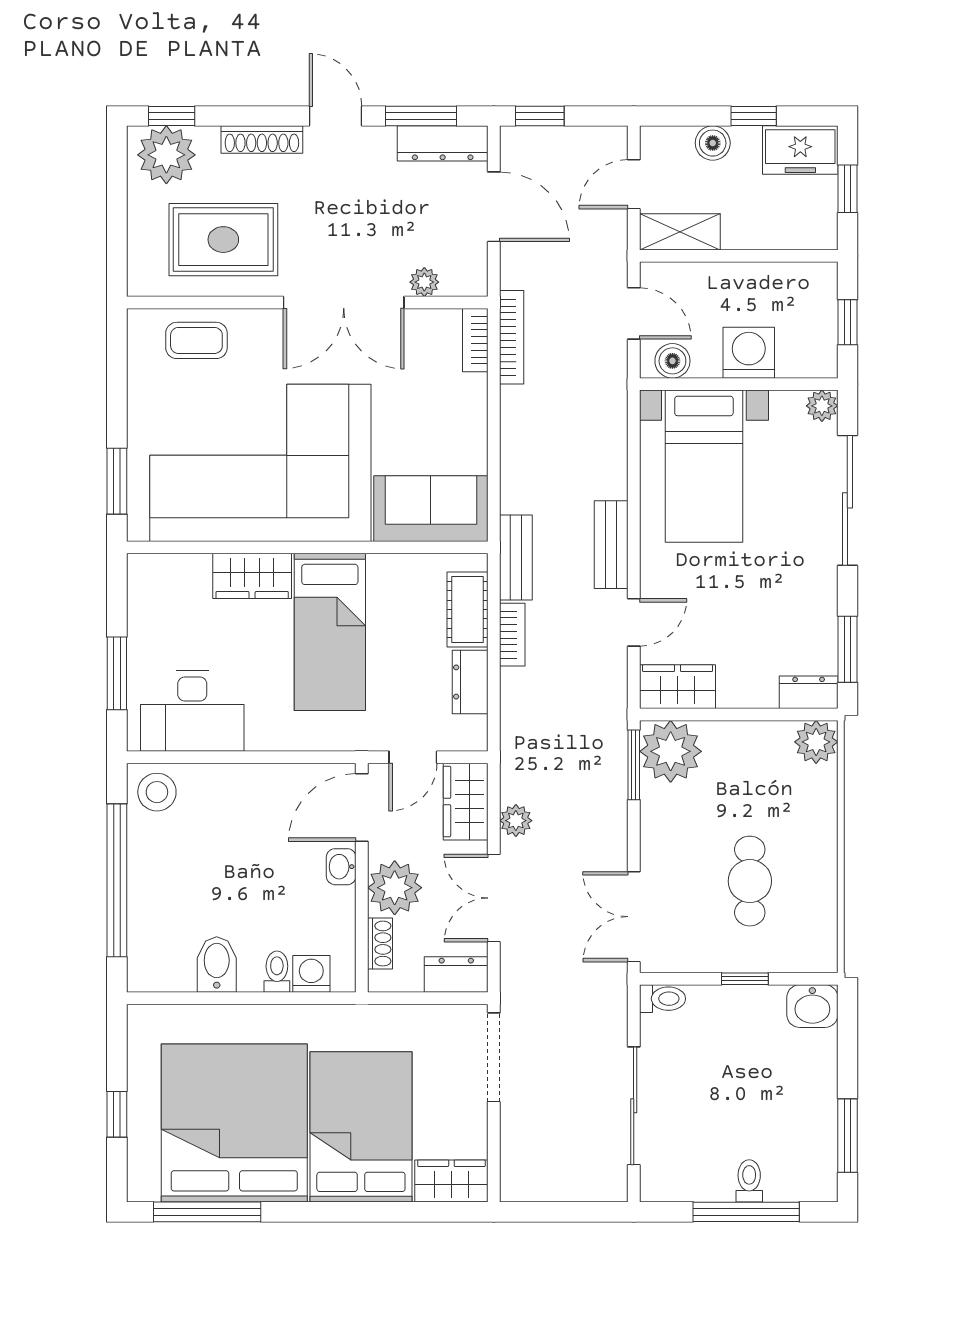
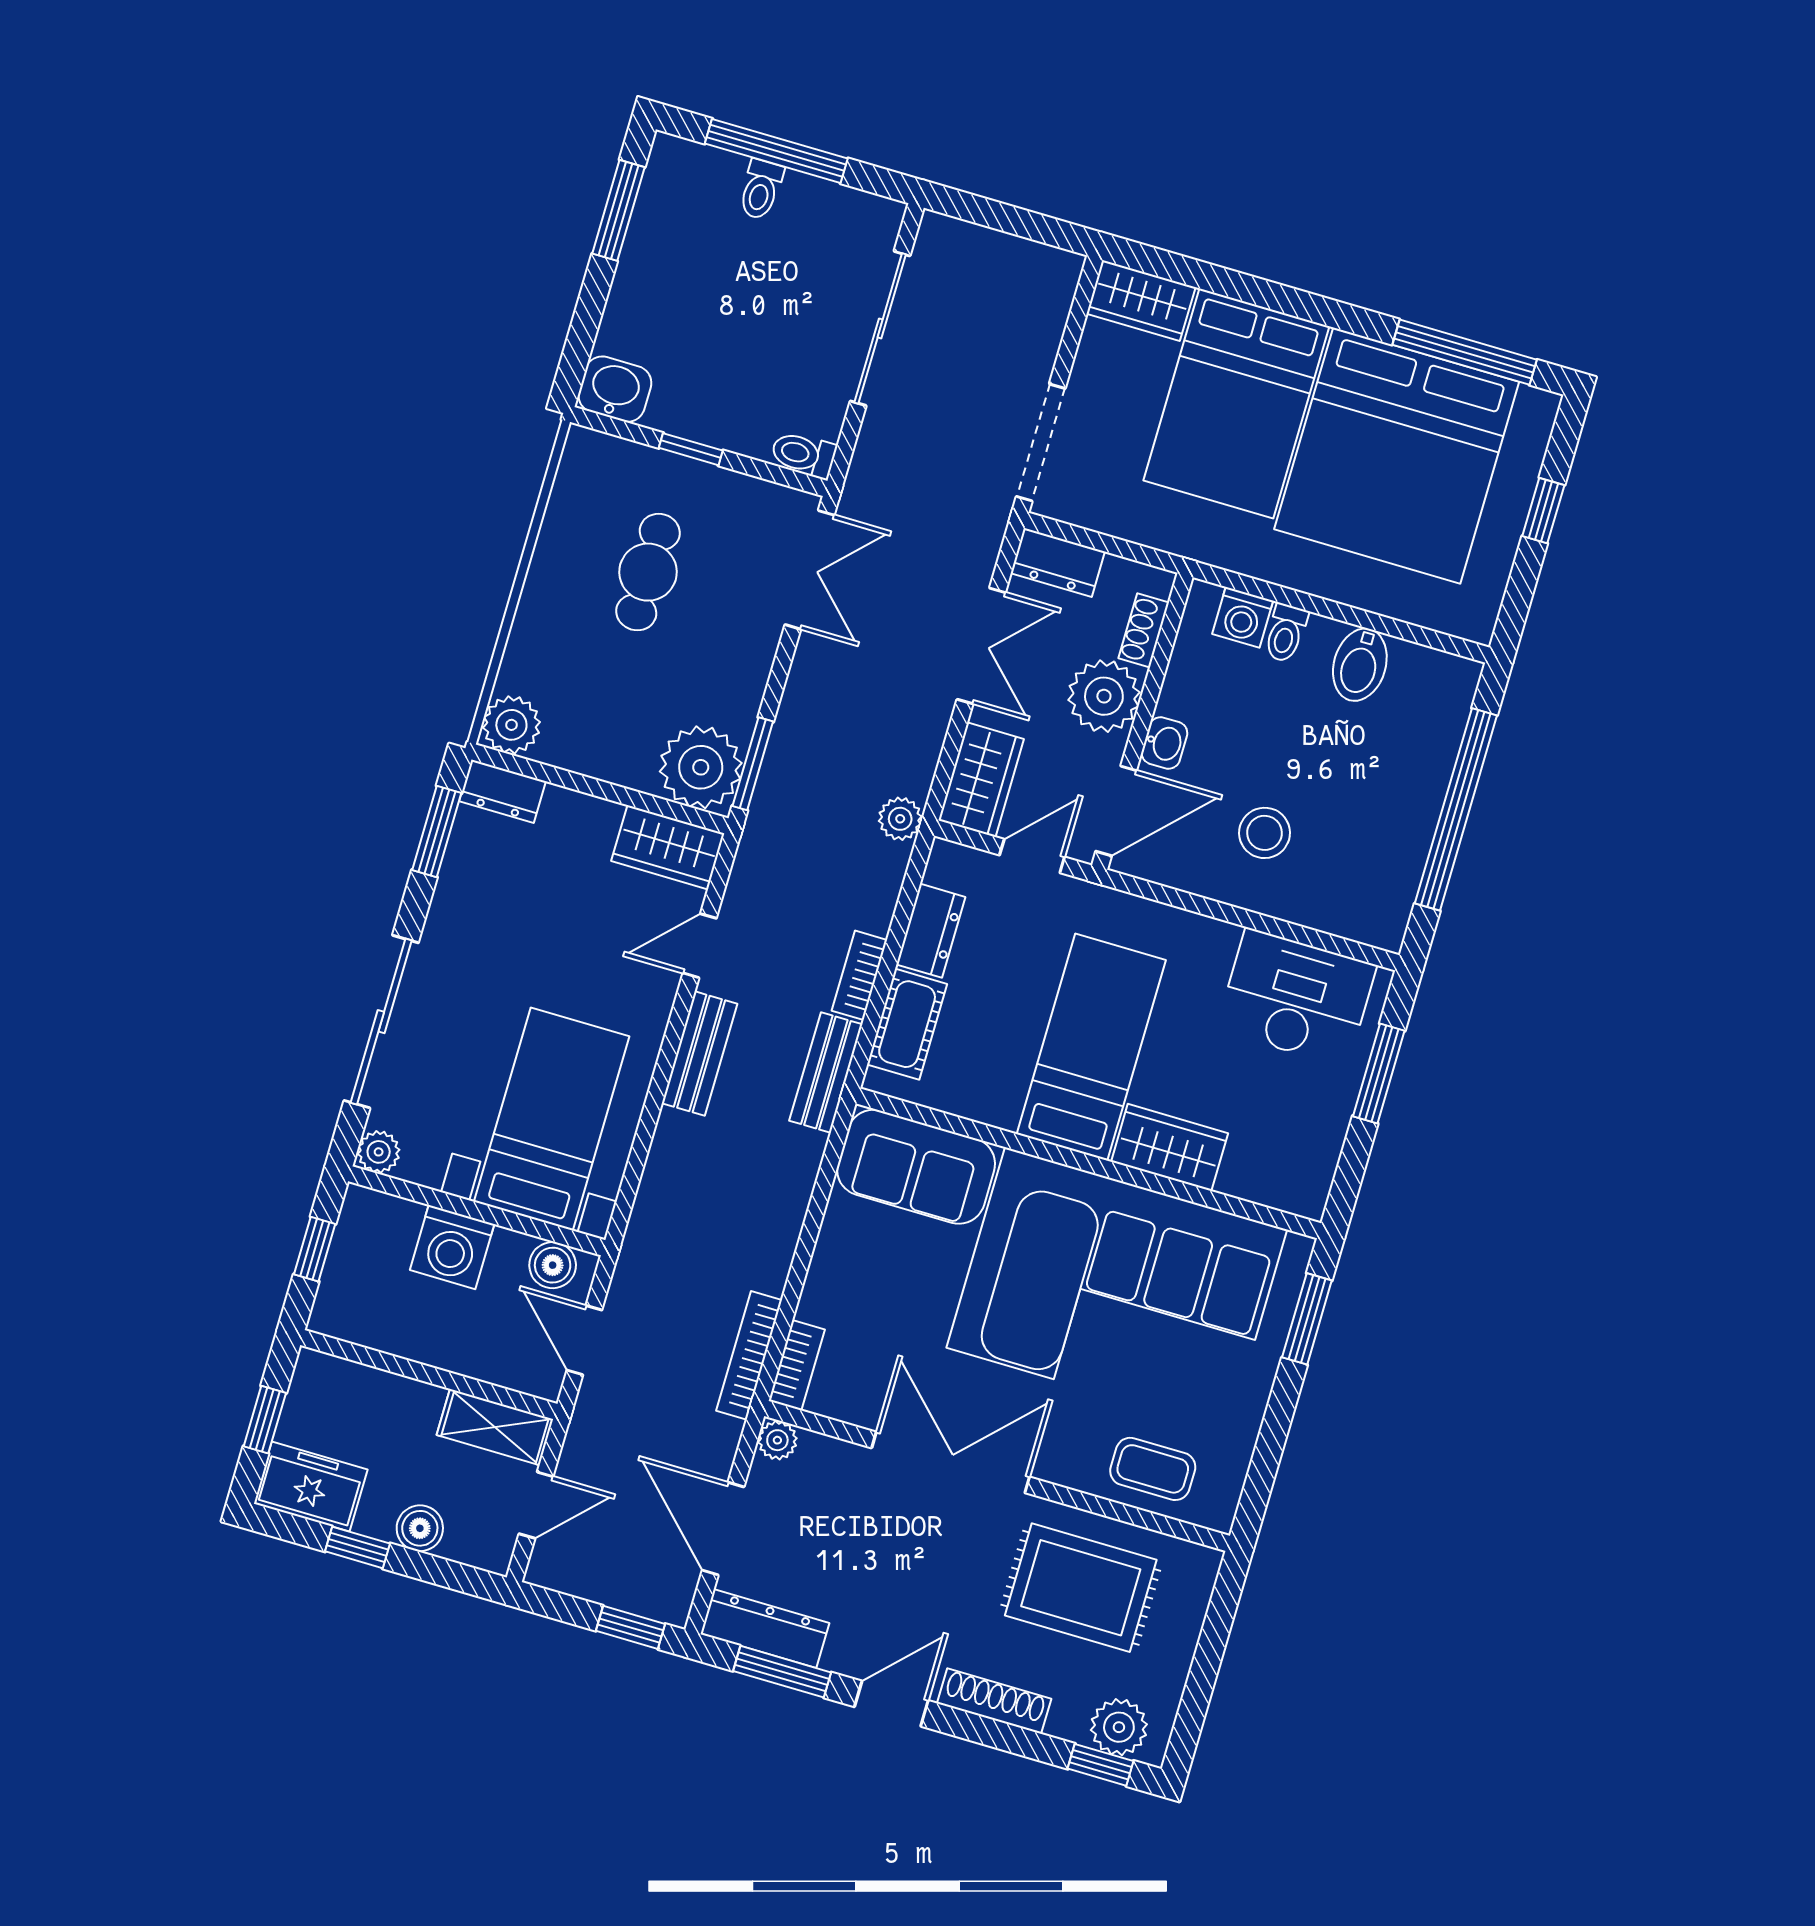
door: (336, 116) -> (891, 1704), swing flipped
plant: (166, 155) -> (1119, 1727), width x0.73, depth x0.73
plant: (424, 282) -> (777, 1440), moved
stool: (157, 792) -> (1265, 833), moved
plant: (516, 821) -> (900, 819), moved

